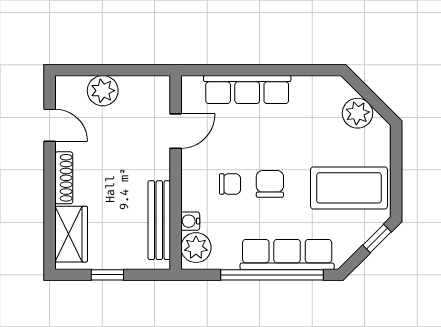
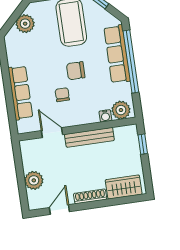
chair: (230, 184) -> (62, 95), moved
bench: (159, 220) -> (89, 137), moved
window: (107, 275) -> (143, 144), moved

